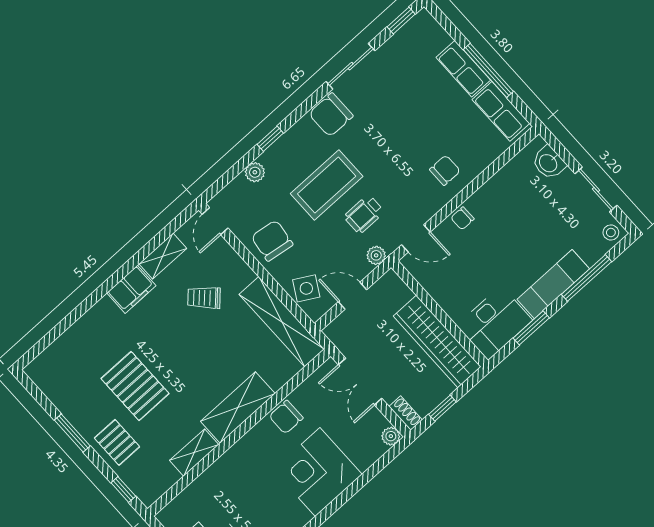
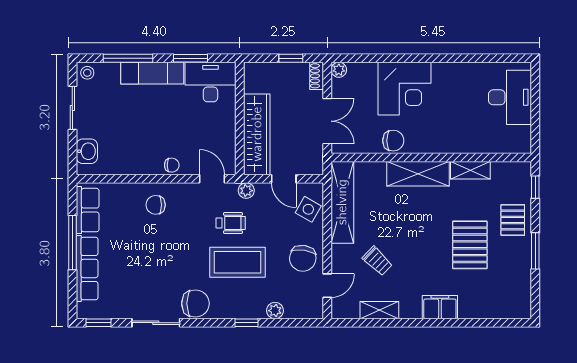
row of seats: (463, 69) -> (87, 268), width x1.48
door: (215, 221) -> (327, 286), moved
filing cabinet: (131, 289) -> (440, 307), moved
wardrobe: (437, 341) -> (257, 134), moved

